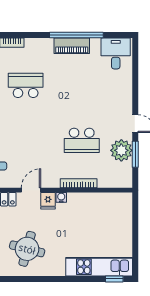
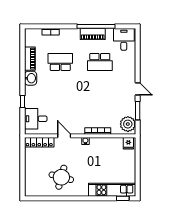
school desk: (82, 140) -> (100, 62), moved
plant: (121, 150) -> (128, 124), moved
door: (31, 190) -> (64, 136), hinge flipped
fridge: (48, 201) -> (128, 143), moved

